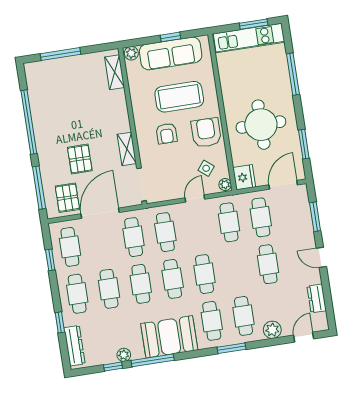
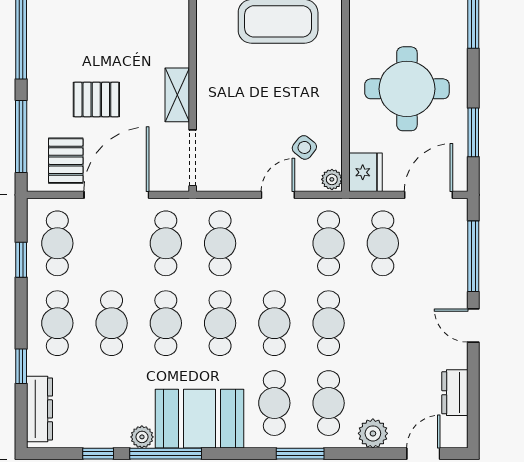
armchair: (206, 133) -> (314, 88), removed
armchair: (167, 134) -> (247, 79), removed
pallet: (80, 159) -> (96, 99), turned 90
window: (315, 217) -> (473, 256), width x1.44
cafe table: (268, 264) -> (329, 323), moved
plant: (124, 355) -> (142, 437), moved

